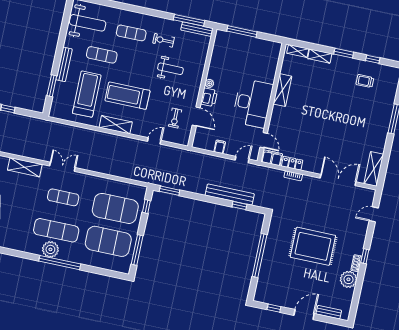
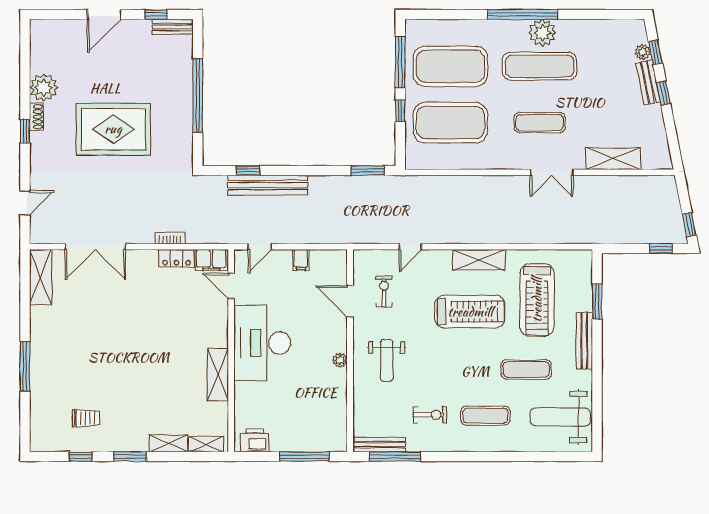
weight bench: (170, 69) -> (387, 360), moved, turned -90
printer: (209, 97) -> (255, 440), moved, turned 90
window: (146, 206) -> (400, 111), moved
bench: (329, 312) -> (173, 27), moved

